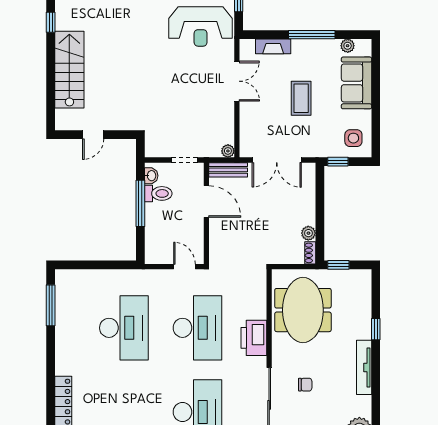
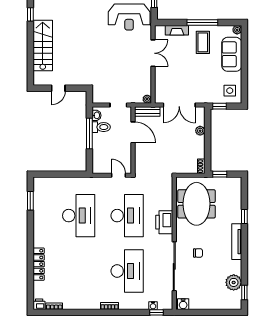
plant: (348, 46) -> (237, 30), moved
coffee table: (301, 98) -> (203, 42), moved
plant: (308, 233) -> (200, 131), moved
window: (51, 305) -> (30, 201), width x0.69

